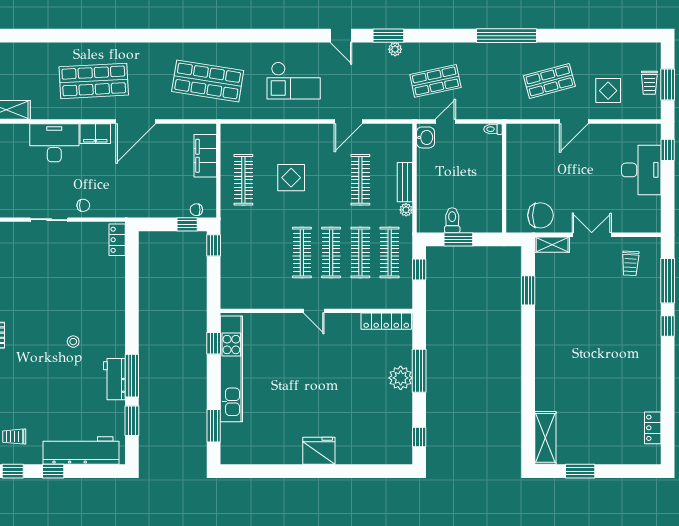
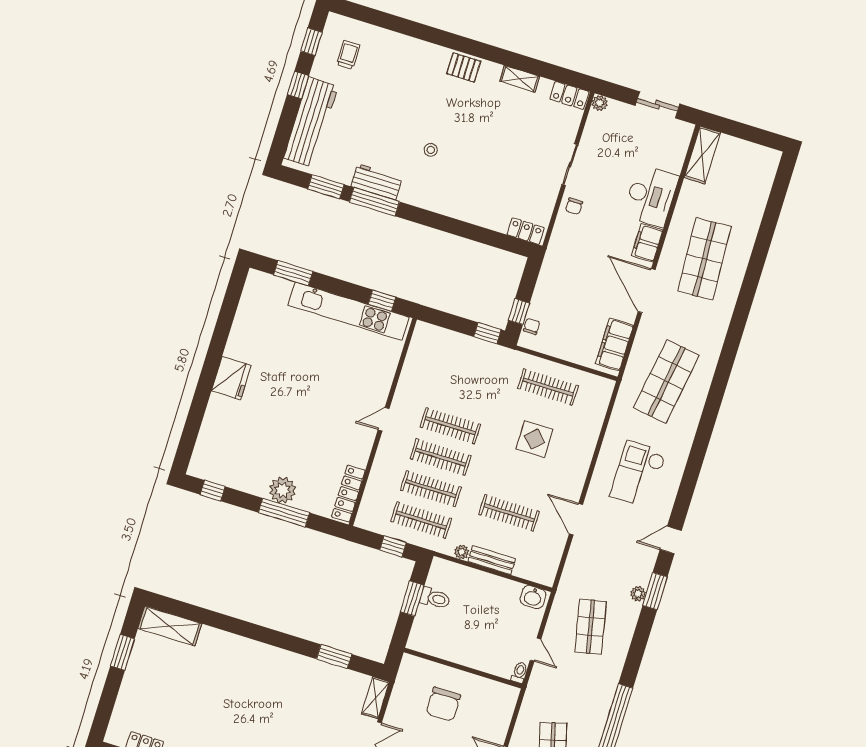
door: (445, 122) -> (536, 650), moved
filing cabinet: (205, 156) -> (614, 345), moved, turned -90
chair: (540, 215) -> (443, 704), moved

